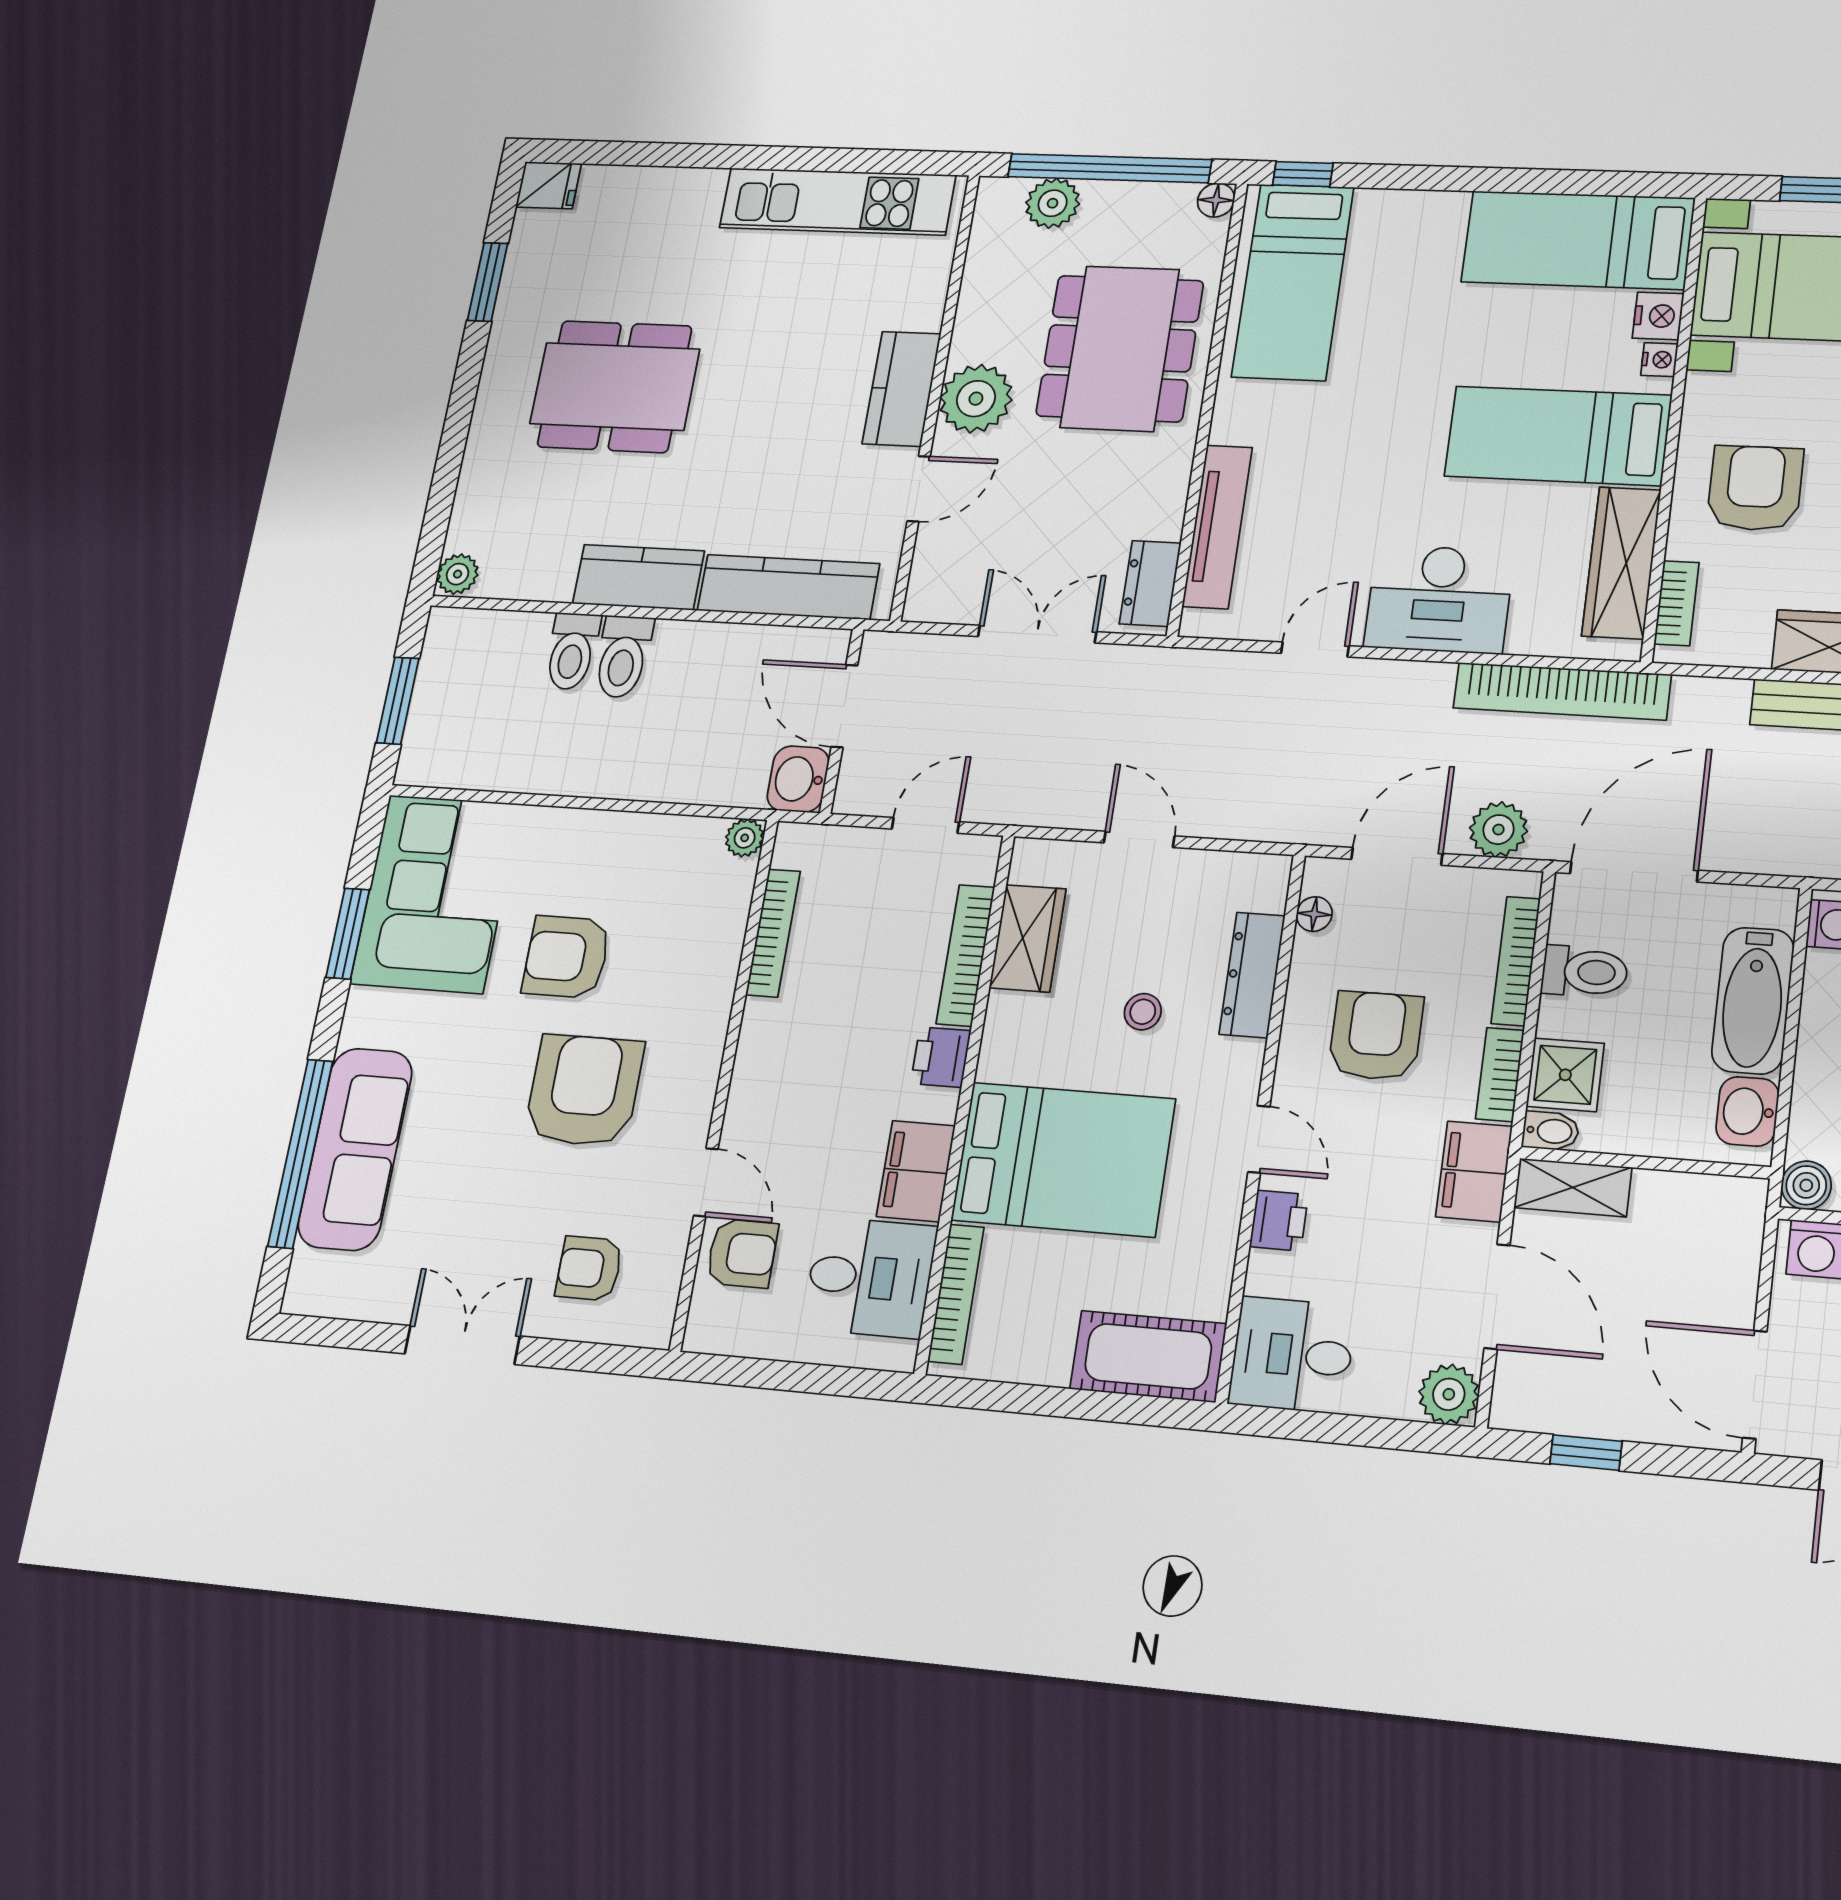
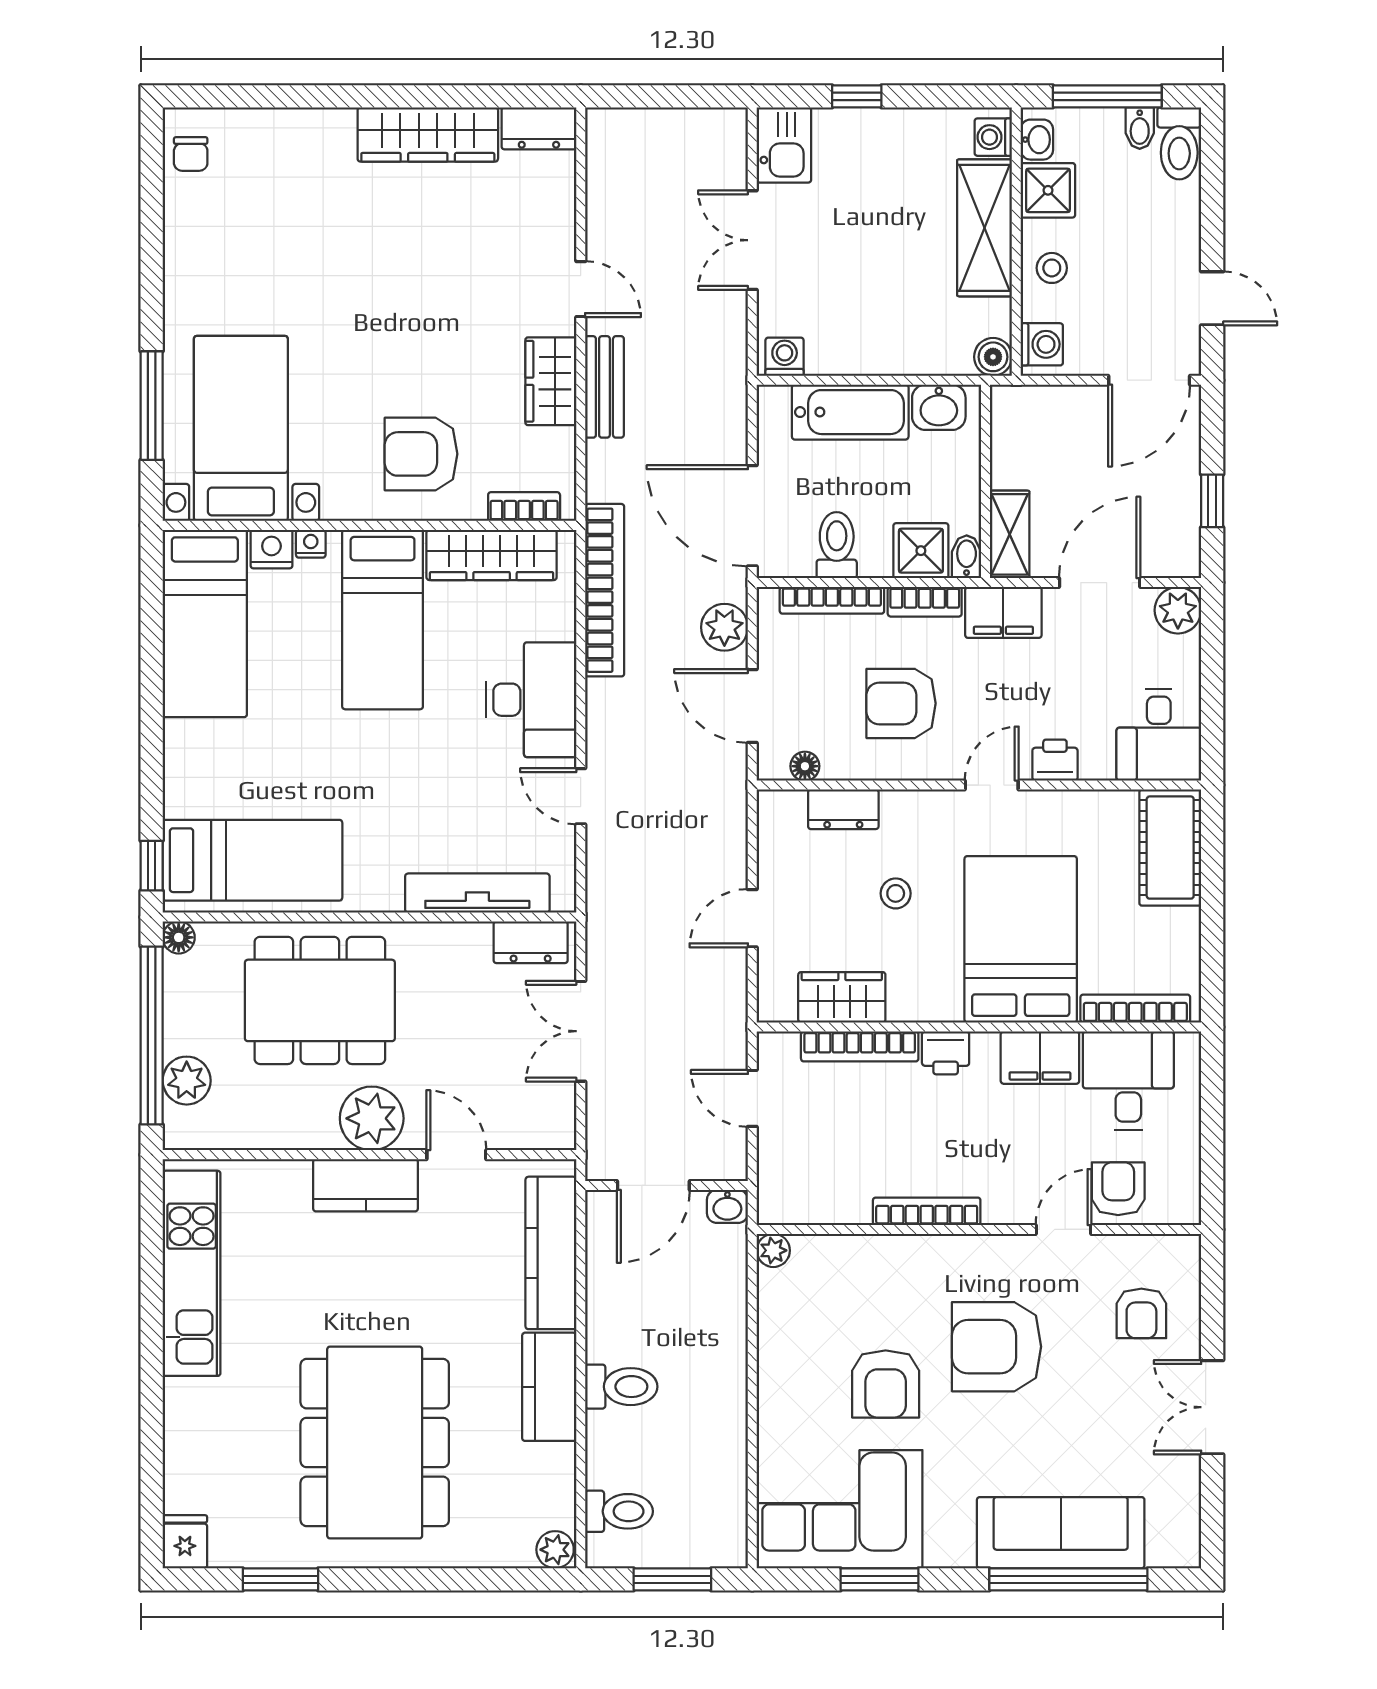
dining table: (615, 386) -> (375, 1442), width x1.36, depth x1.24
toilet: (572, 651) -> (619, 1511), moved
washbasin: (798, 779) -> (727, 1206), width x0.72, depth x0.69
bookcase: (773, 933) -> (927, 1211), moved
dresser: (1252, 975) -> (843, 809), width x0.70

